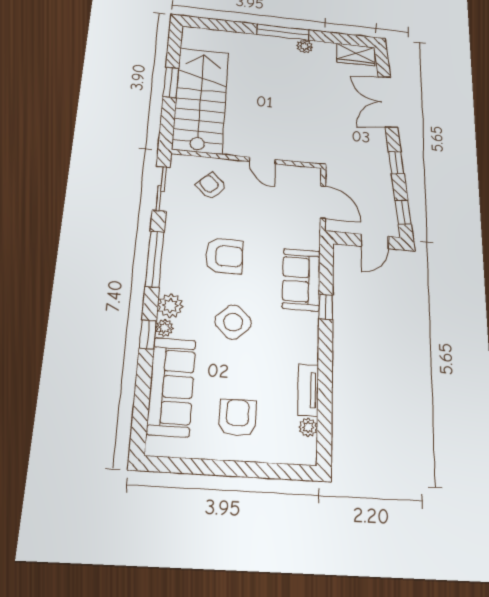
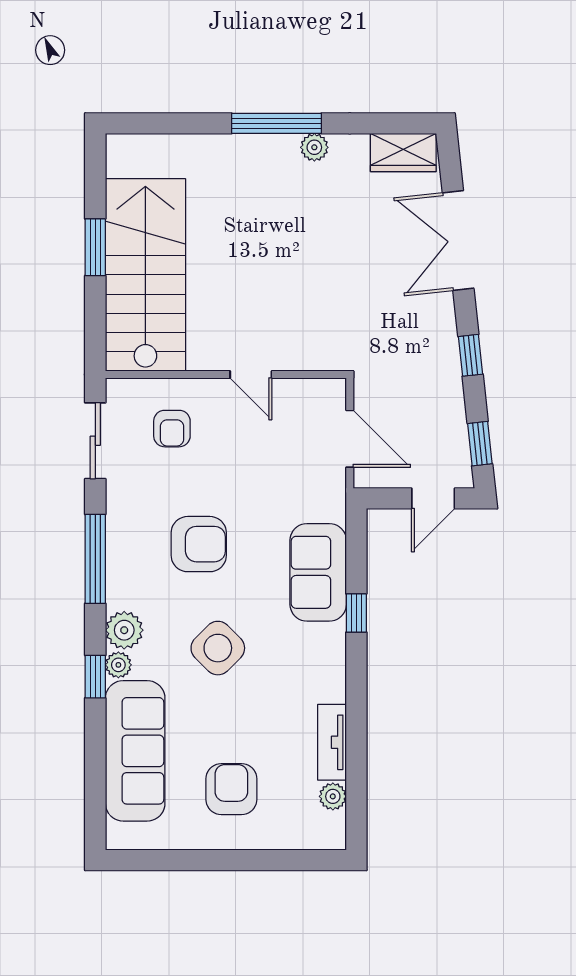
armchair: (211, 186) -> (172, 429), turned -136

